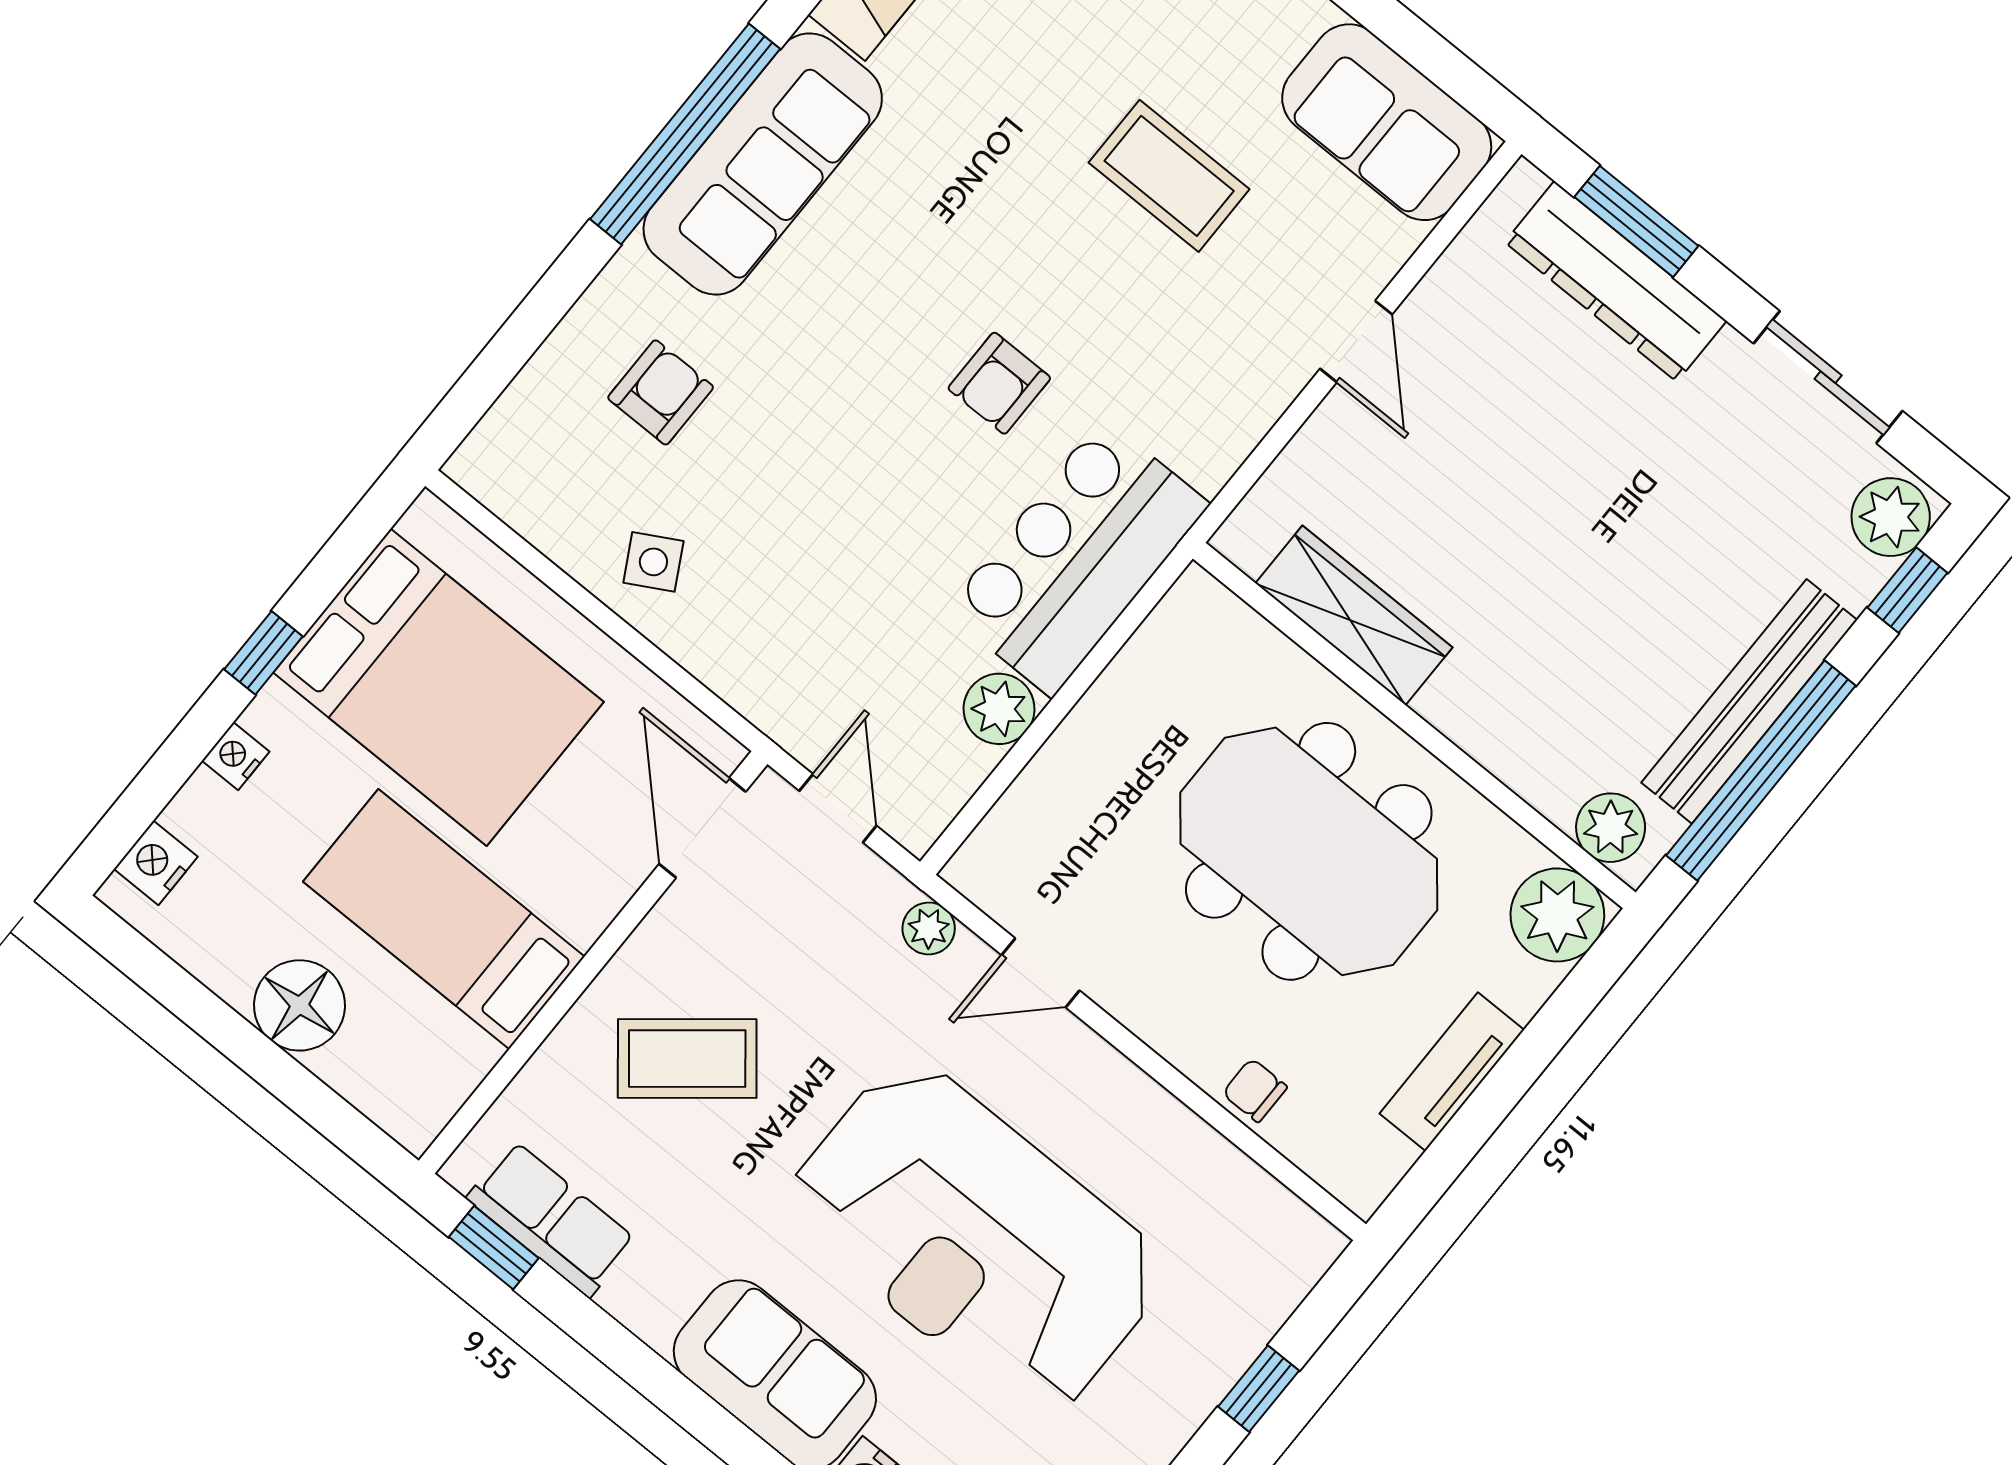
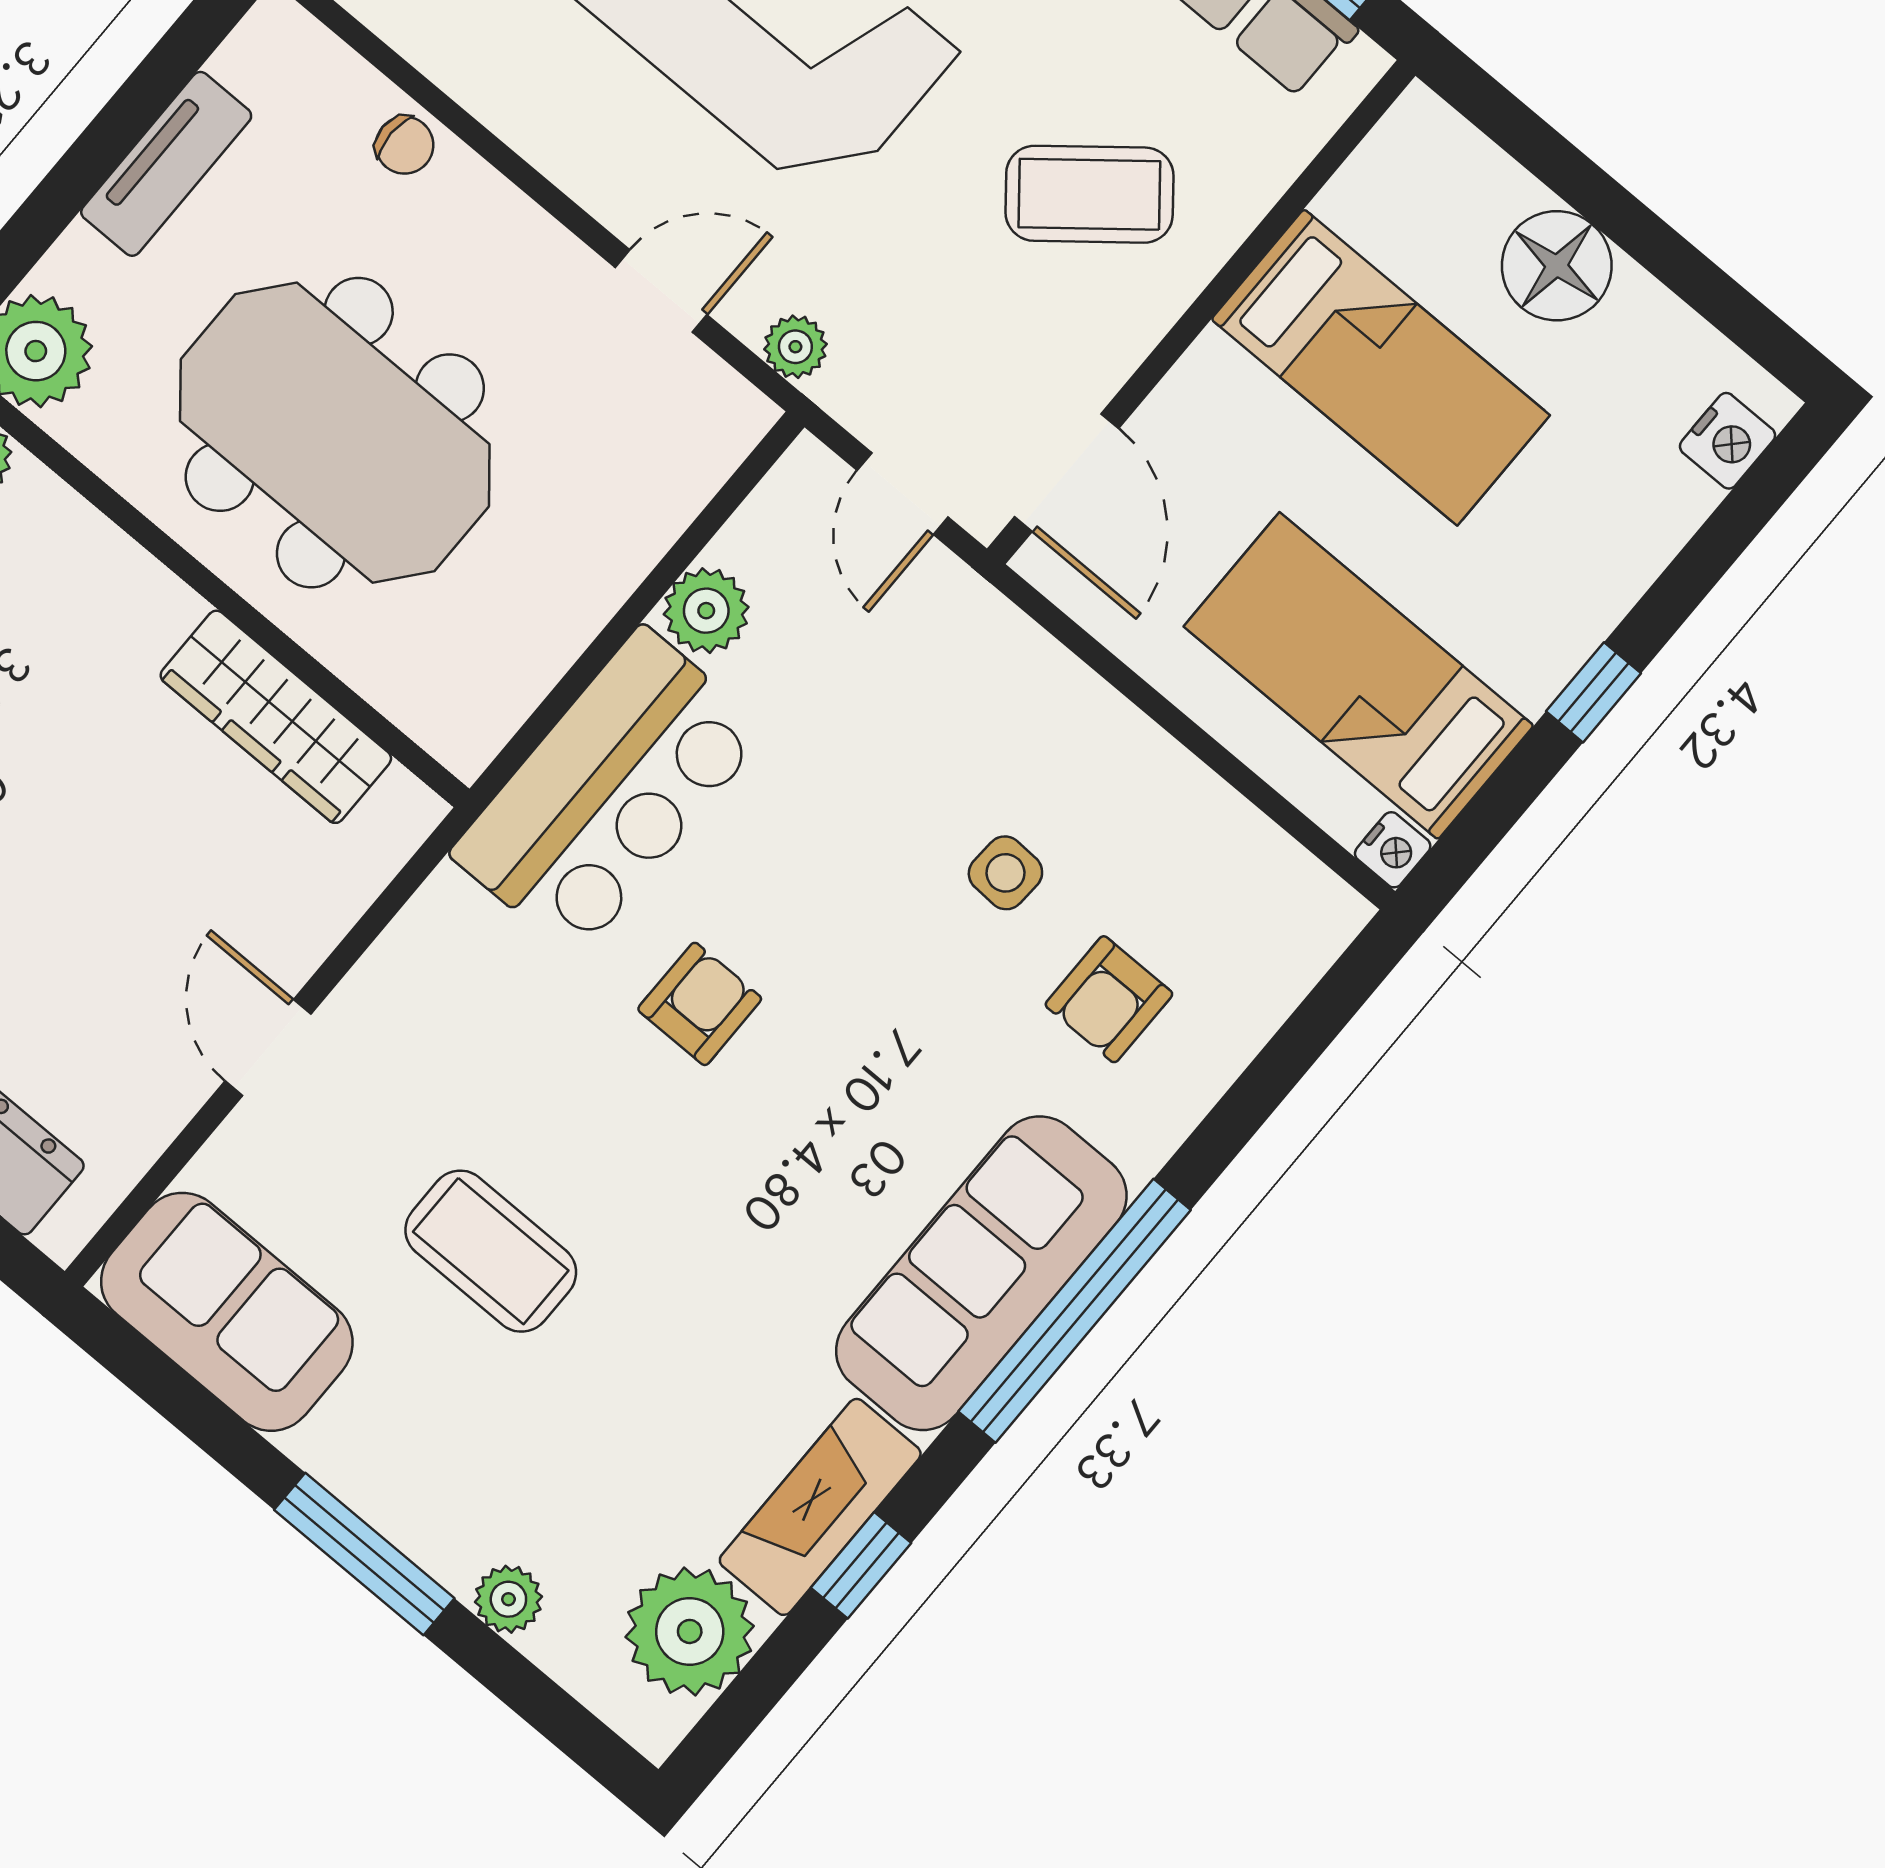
side table: (653, 562) -> (1005, 873), moved, turned 32
bed: (439, 687) -> (1359, 676), width x0.67
nightstand: (236, 756) -> (1393, 850), moved

